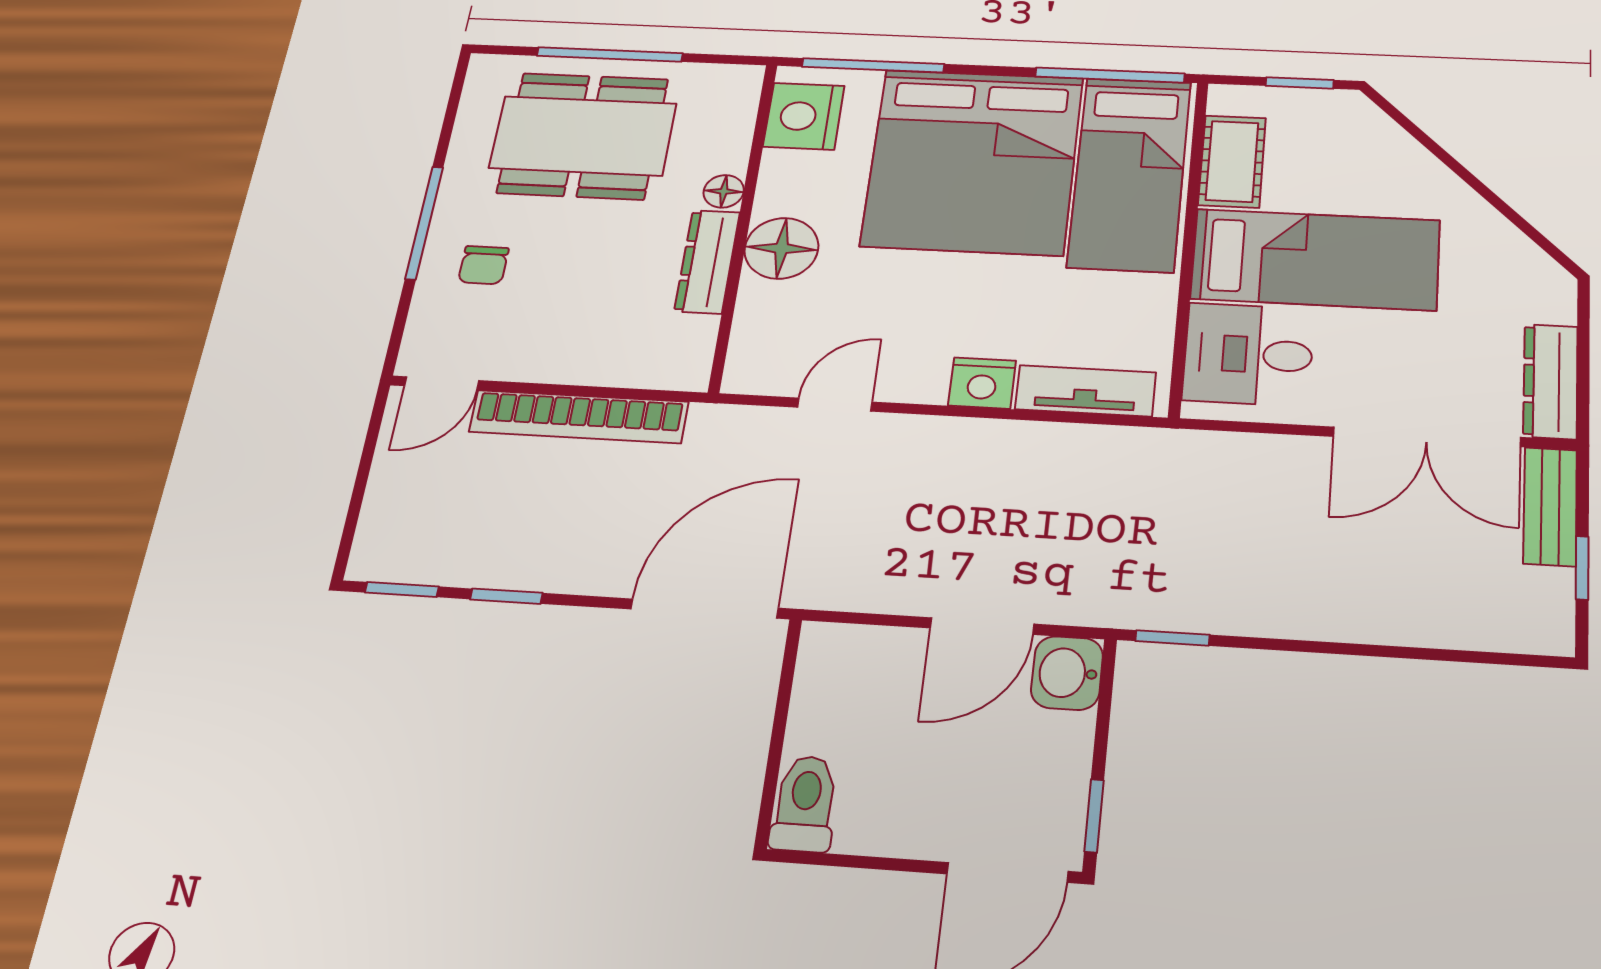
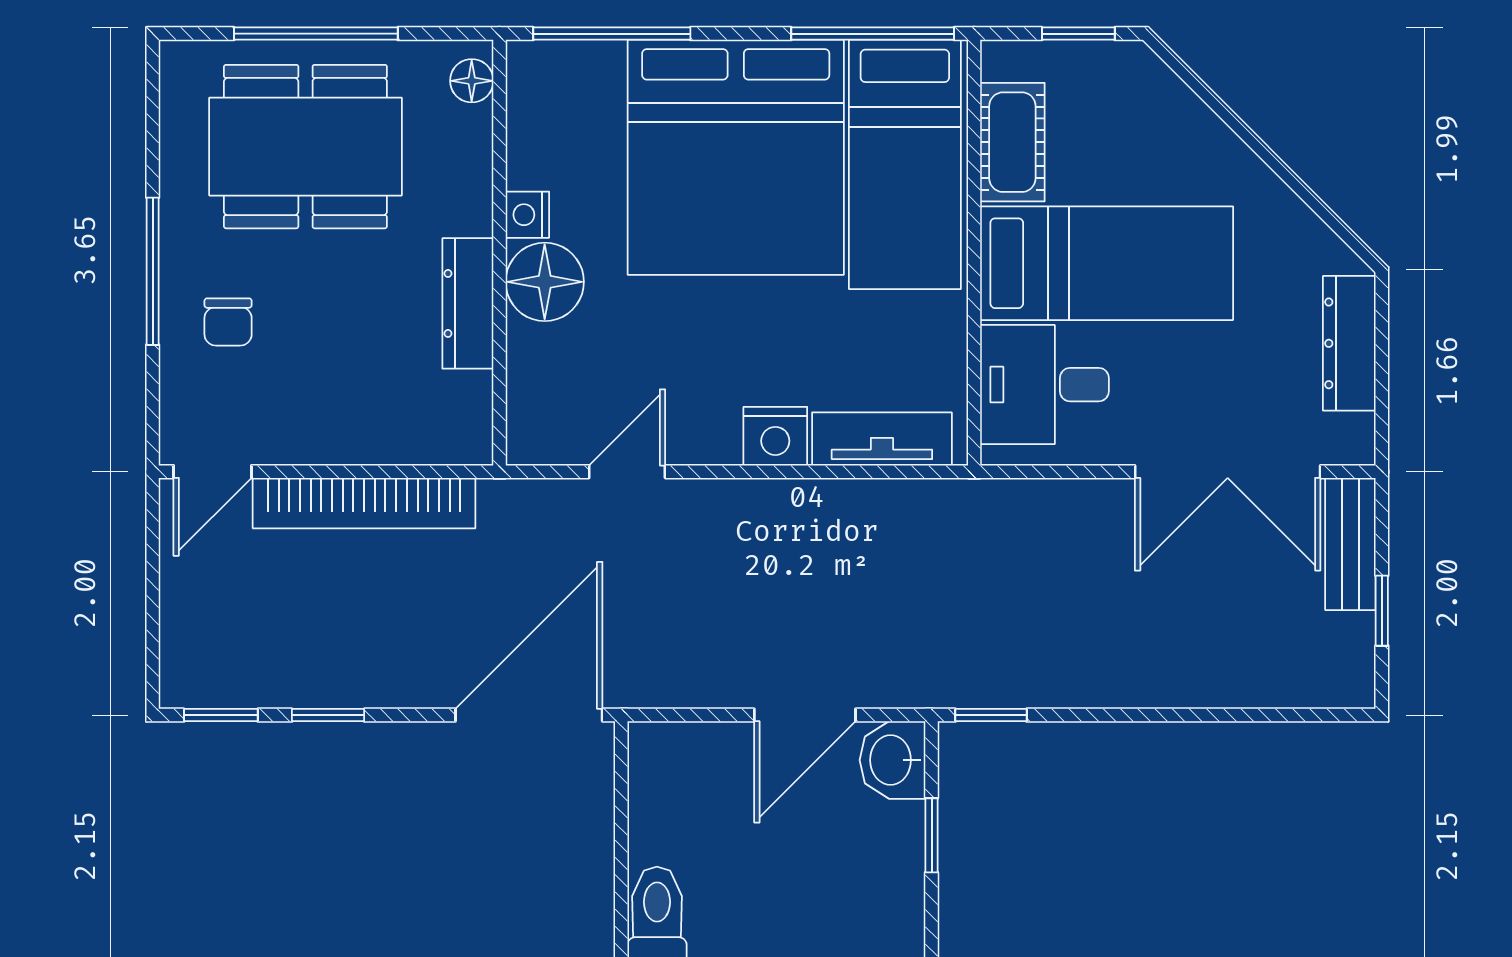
nightstand: (804, 116) -> (527, 215), moved, width x0.53, depth x0.56
floor lamp: (724, 191) -> (472, 81), moved
dresser: (1550, 381) -> (1349, 343), moved
window: (1094, 816) -> (932, 835), moved

